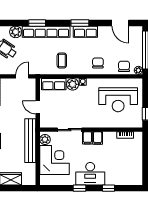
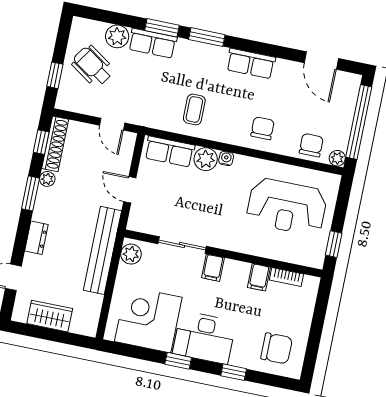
window: (80, 23) -> (207, 37), moved
row of seats: (46, 32) -> (153, 43), width x0.50
door: (22, 76) -> (112, 124), swing flipped
filing cabinet: (98, 138) -> (259, 277), moved
corner desk: (54, 160) -> (148, 319), moved, turned -90
chair: (128, 172) -> (277, 348), added

